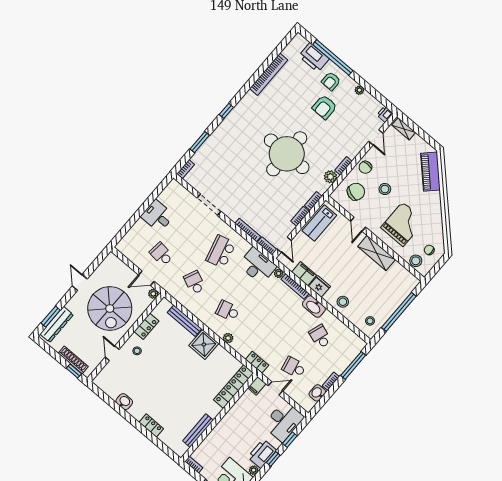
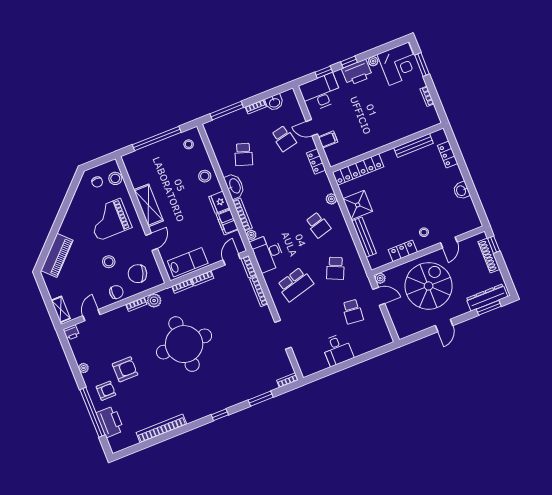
locker: (234, 387) -> (358, 169), moved
wall: (219, 417) -> (387, 148), moved
bench: (198, 431) -> (414, 146), moved

